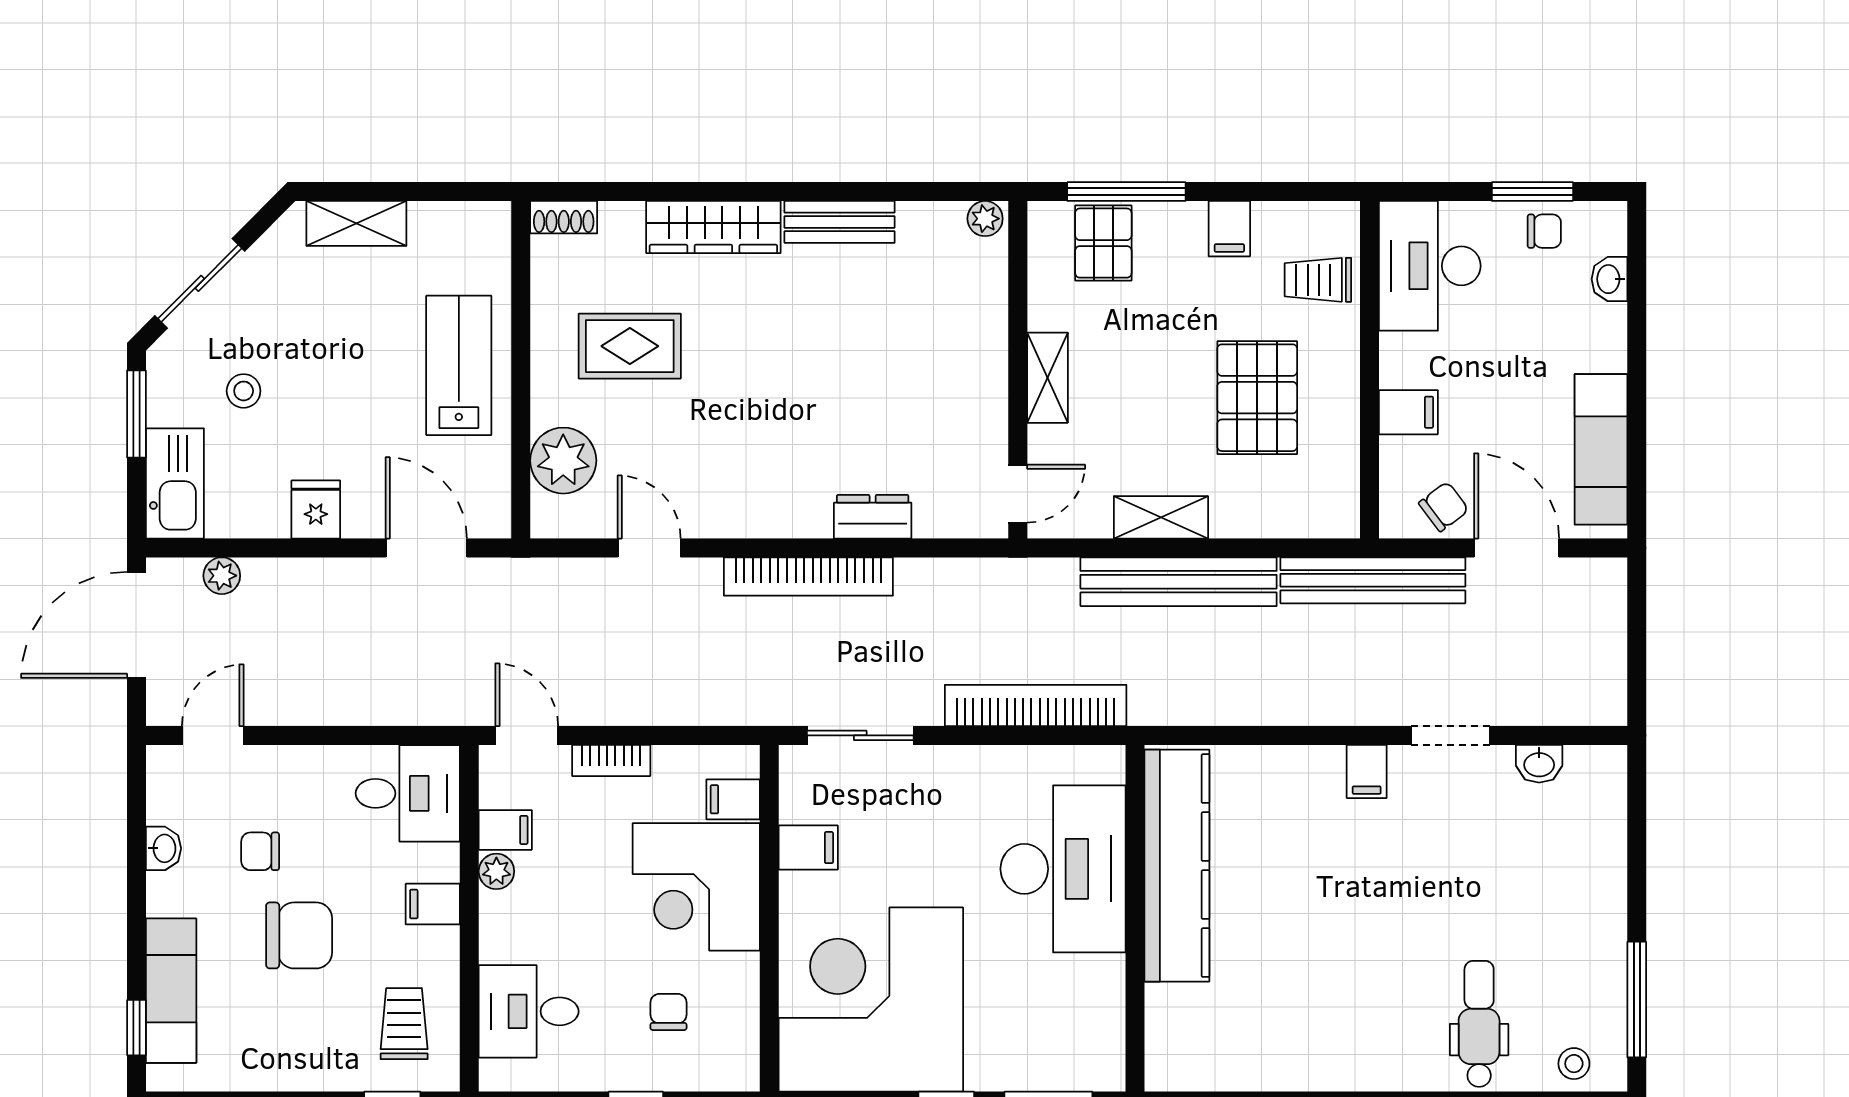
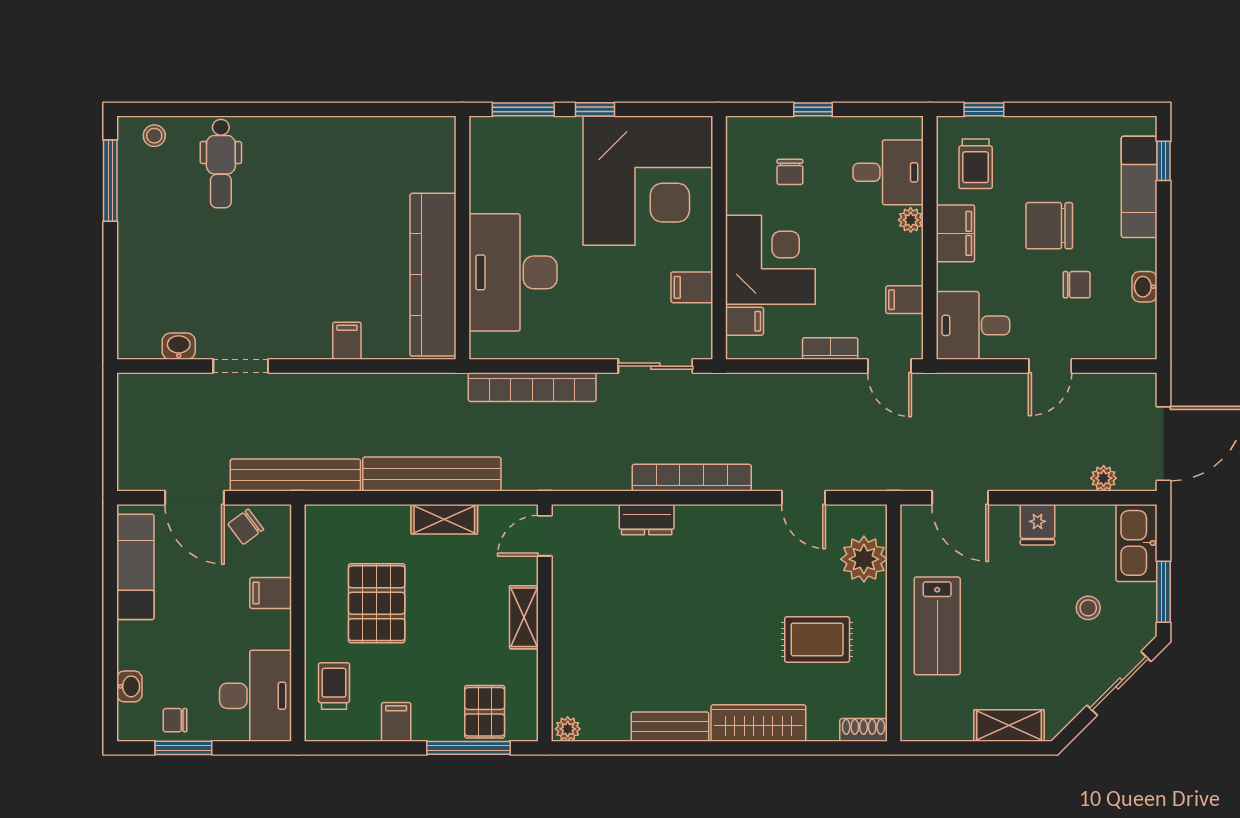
trolley: (1318, 280) -> (334, 686), turned -90
door: (213, 735) -> (1050, 366), moved
filing cabinet: (1367, 771) -> (347, 341), moved
plant: (496, 871) -> (911, 220), moved
filing cabinet: (433, 904) -> (955, 233), width x2.00

